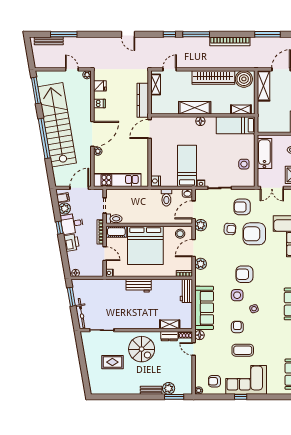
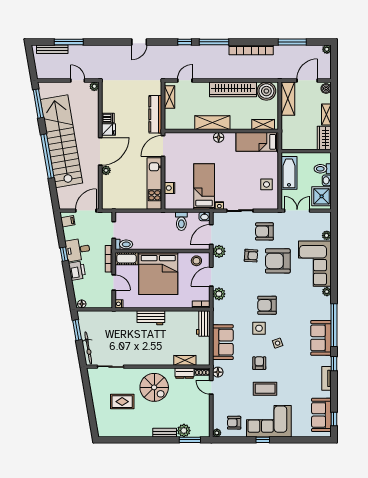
door: (128, 34) -> (139, 42), hinge flipped
fridge: (100, 86) -> (108, 129), moved
kitchen unit: (117, 180) -> (154, 183), moved, turned -90
nightstand: (156, 181) -> (170, 188), moved
double door: (272, 188) -> (297, 211), swing flipped
plant: (65, 208) -> (70, 233), removed
sofa: (204, 308) -> (223, 342), width x0.73

